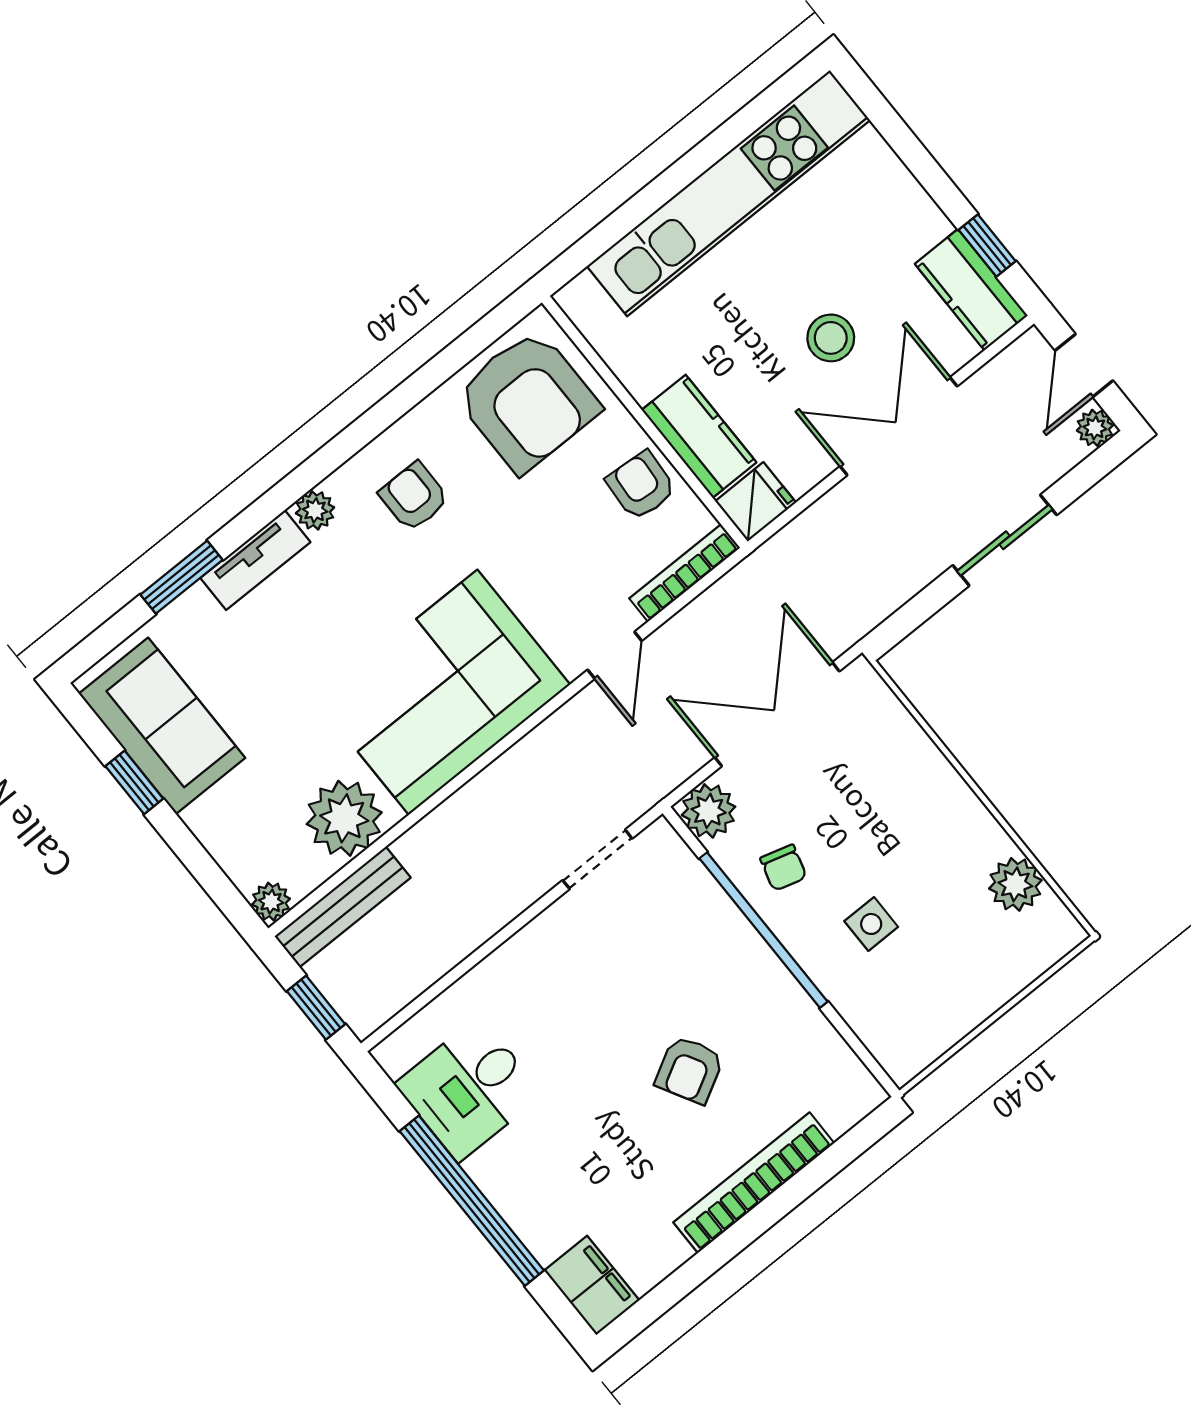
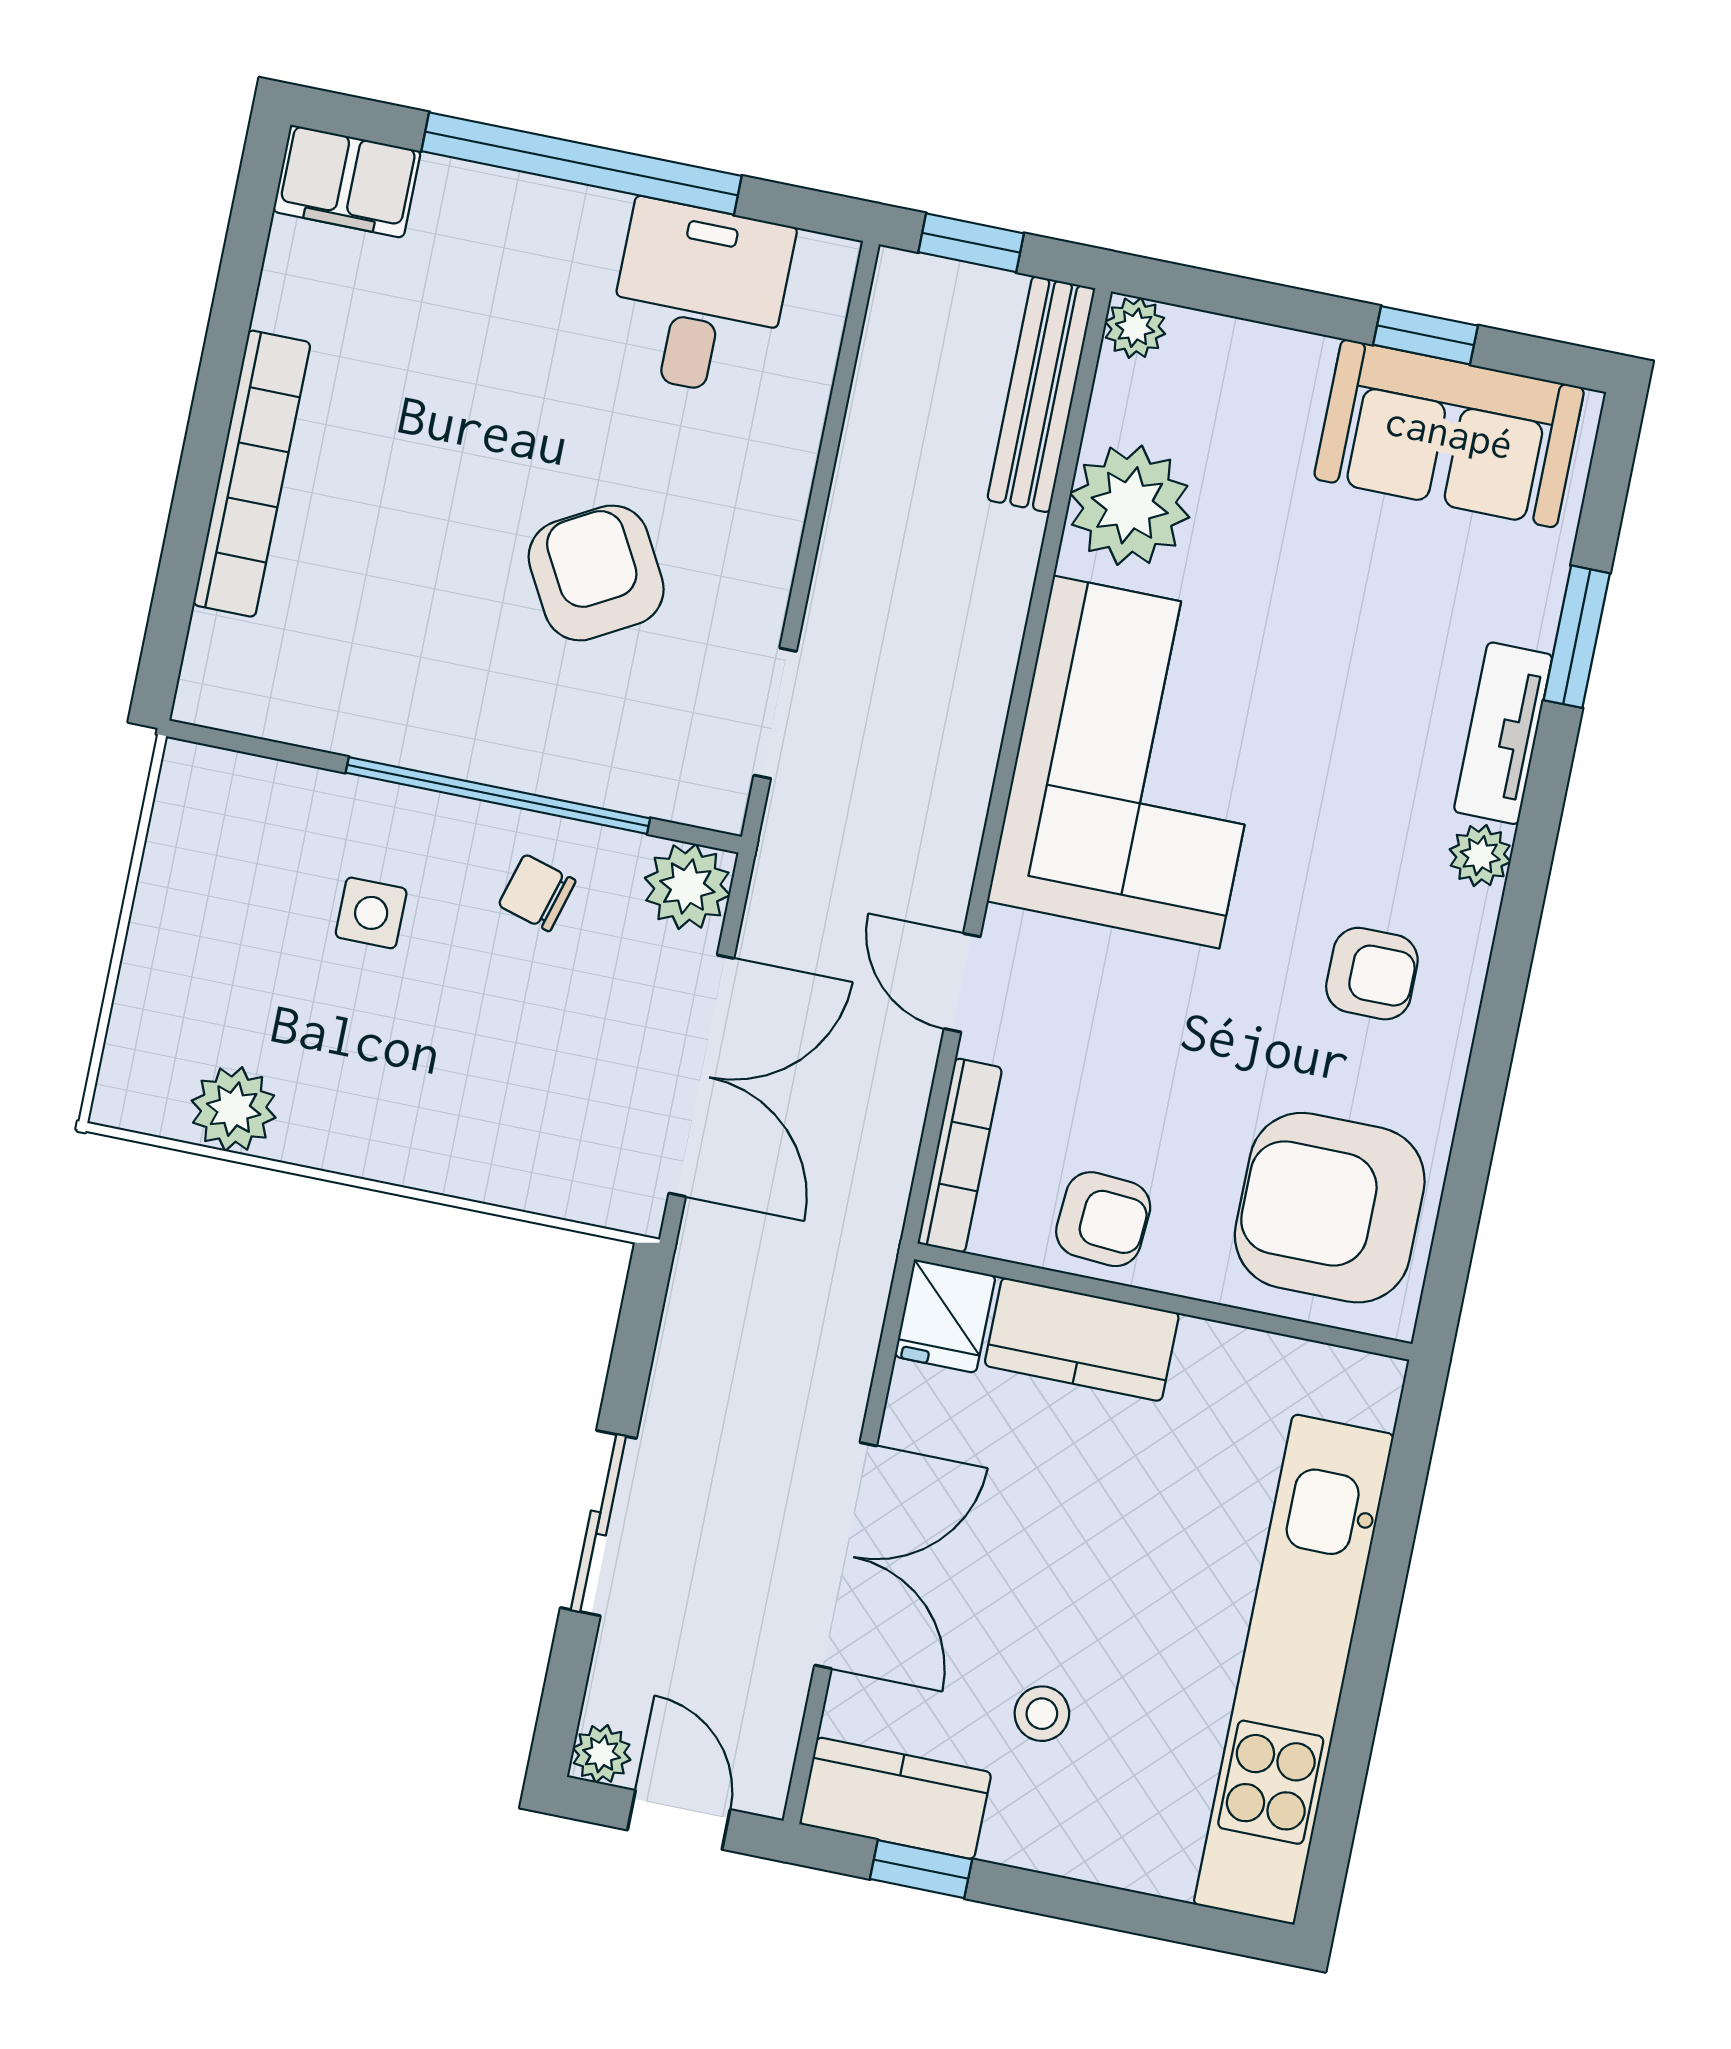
stool: (831, 338) -> (1042, 1714), moved, width x0.73, depth x0.73
armchair: (689, 1070) -> (596, 573), moved, width x1.38, depth x1.38

